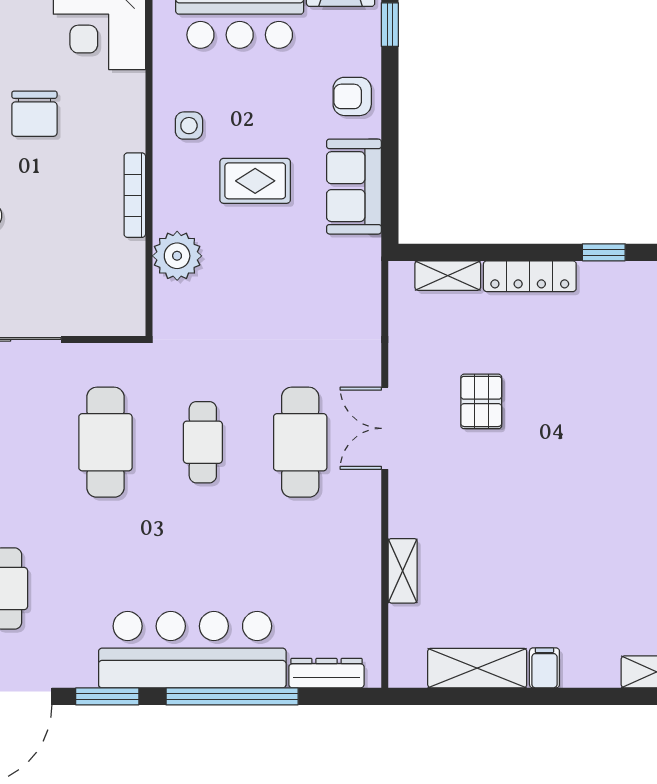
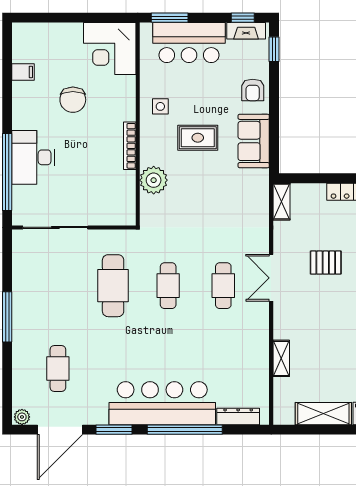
armchair: (352, 96) -> (253, 90), turned -90
shelving: (448, 276) -> (281, 202), moved, turned 90
pallet: (481, 401) -> (326, 263), turned 90
cafe table: (300, 442) -> (223, 286), width x0.73, depth x0.74

